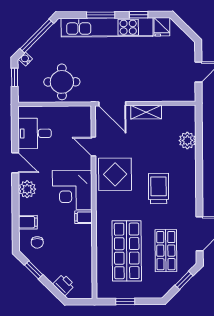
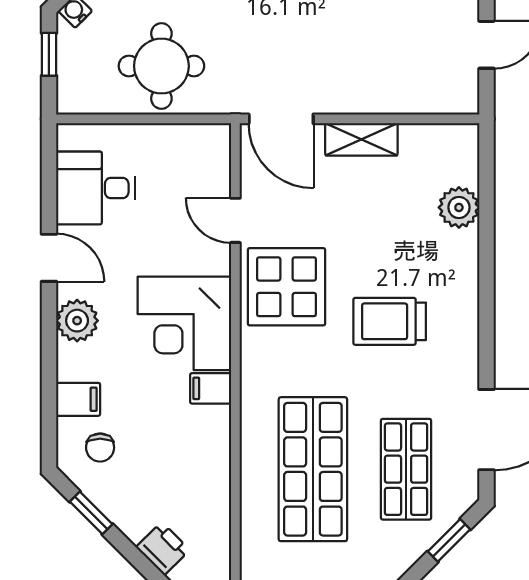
trolley: (159, 189) -> (390, 321), turned -90

